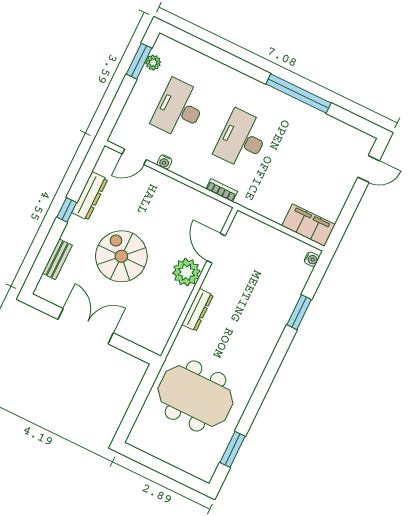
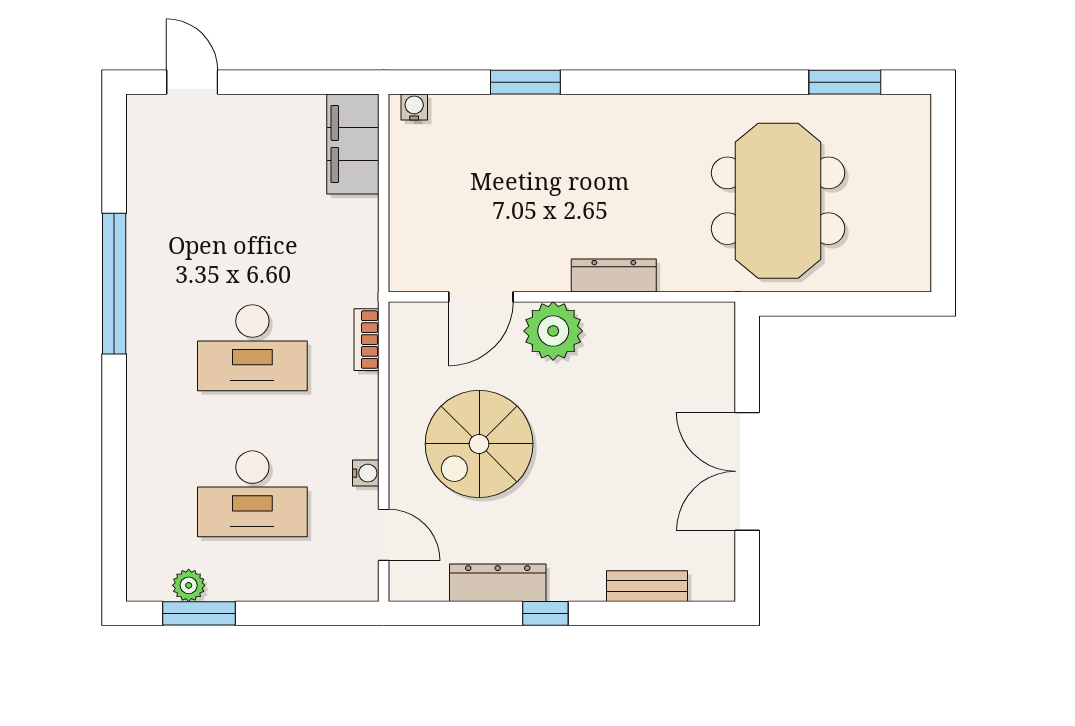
spiral stairs: (121, 256) -> (479, 444), moved

